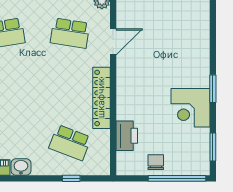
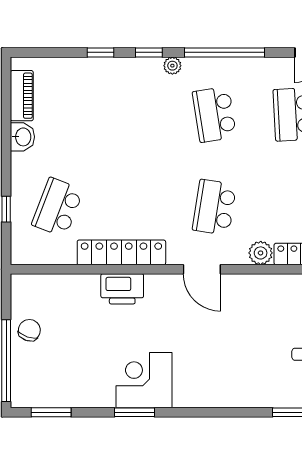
corner desk: (191, 108) -> (144, 380), moved
printer: (127, 136) -> (122, 289), moved
chair: (156, 162) -> (29, 330), turned -71

